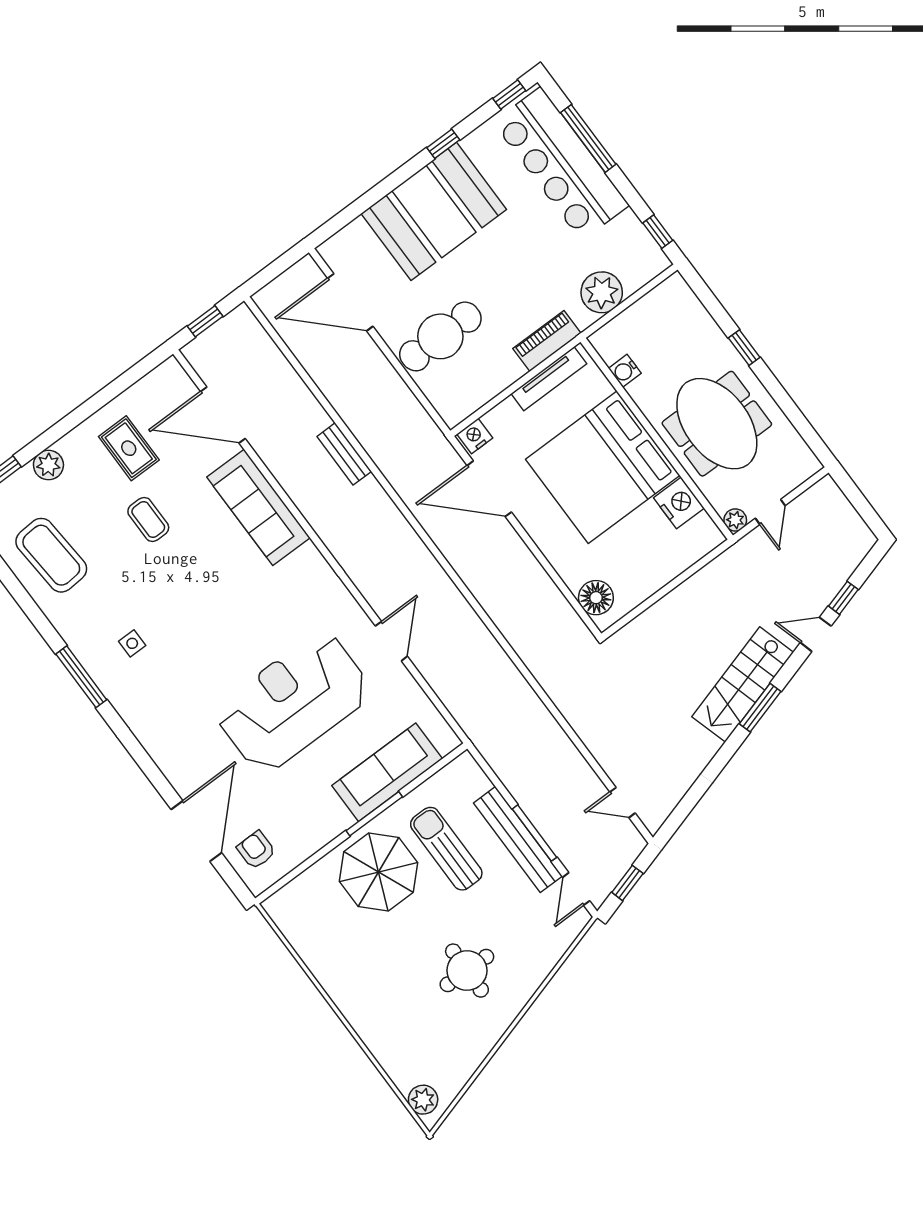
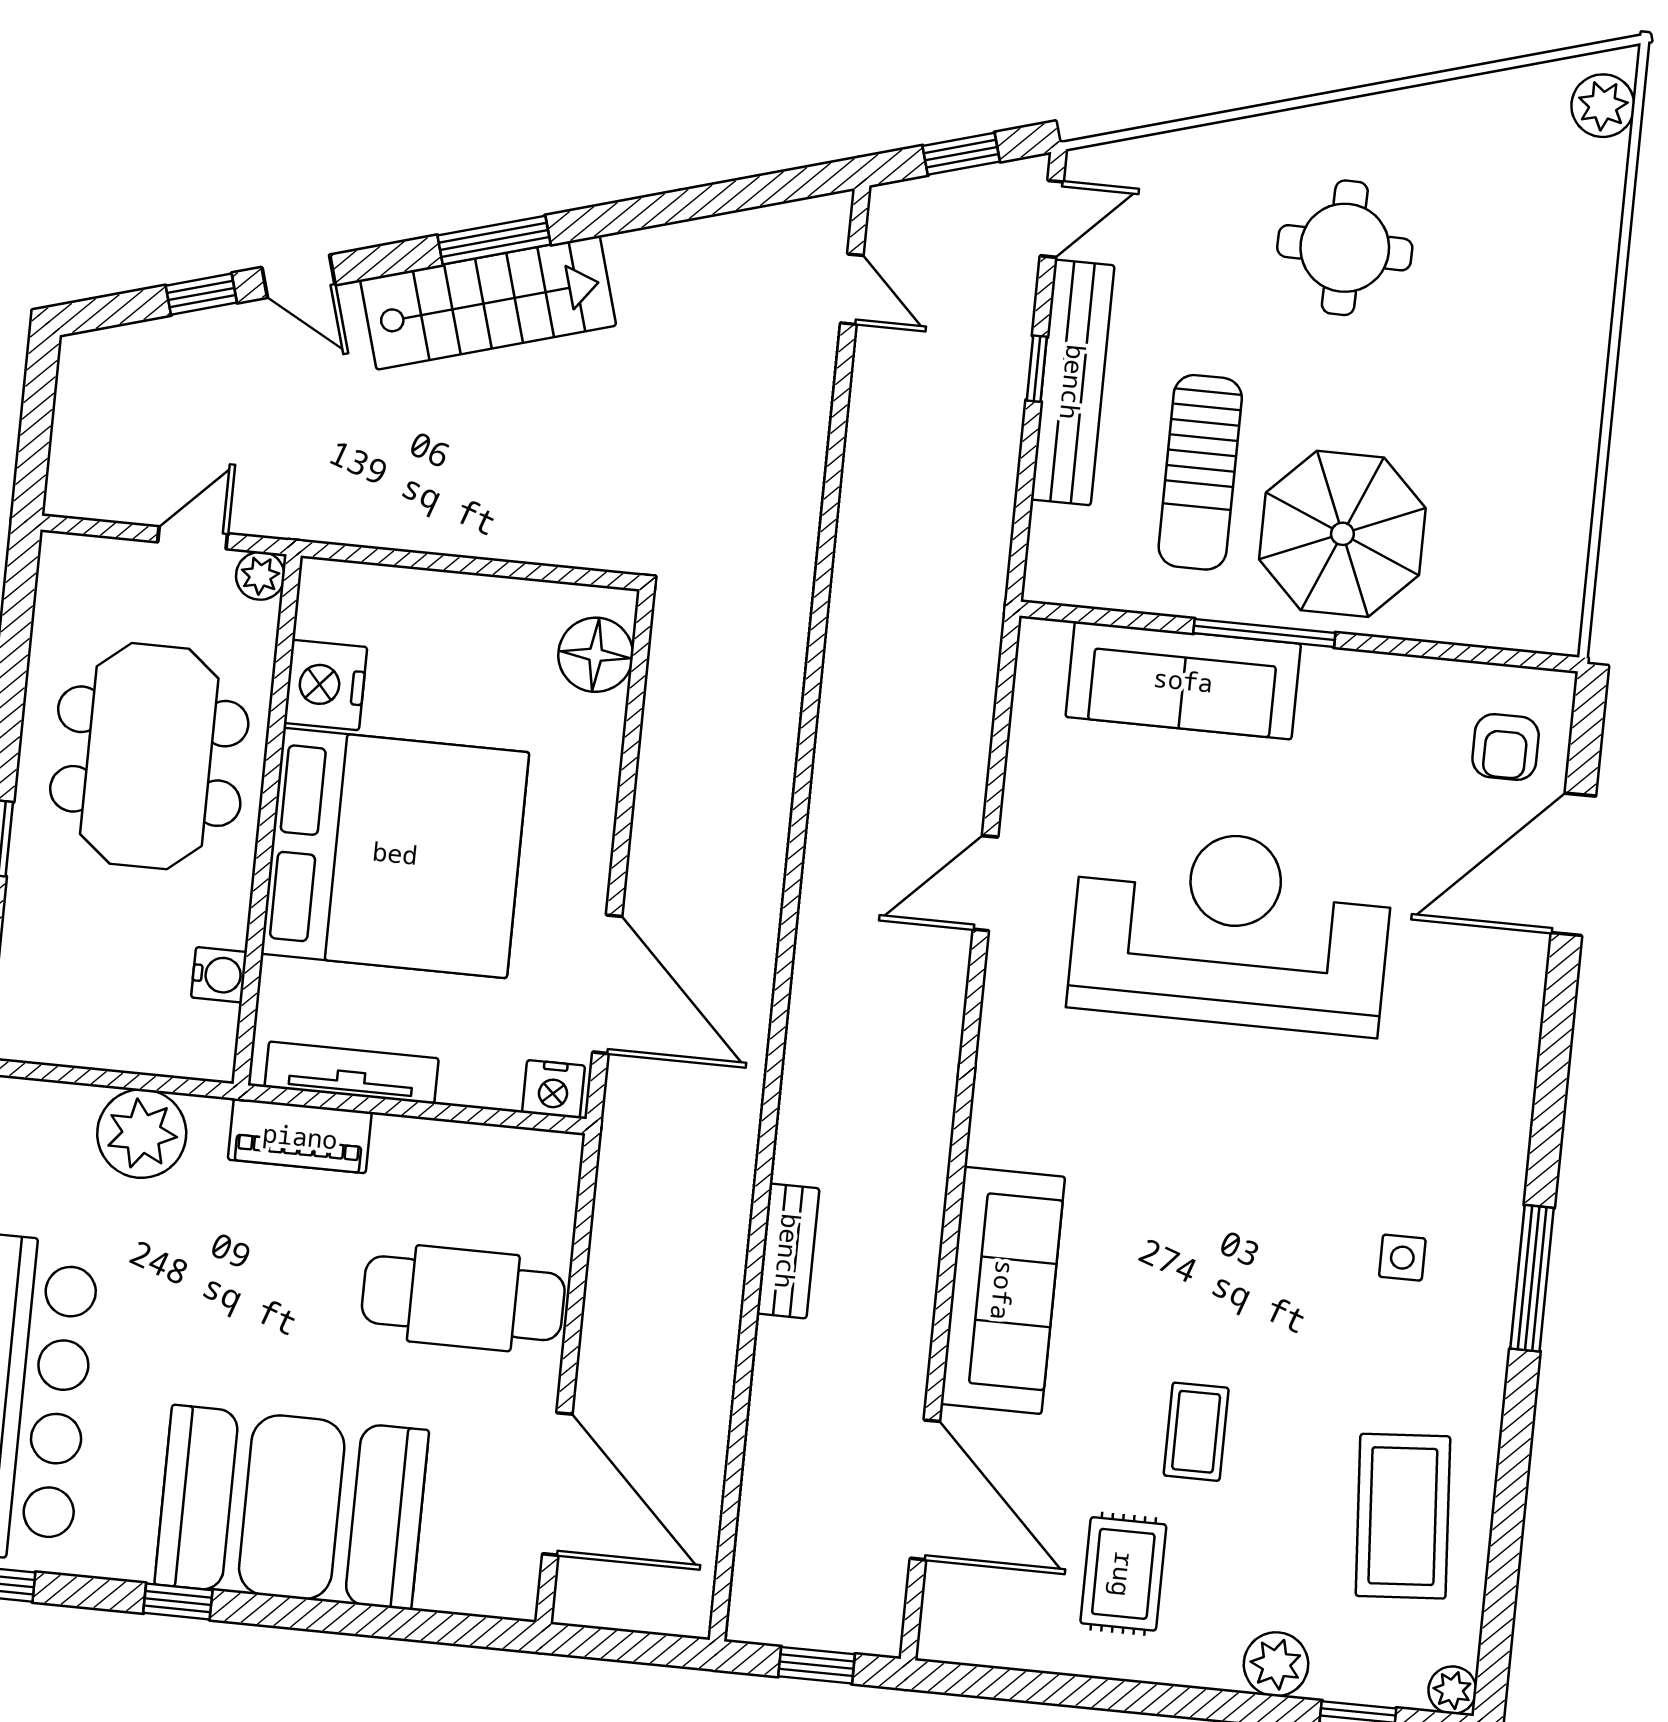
reception desk: (293, 702) -> (1231, 930), turned 180
window: (534, 833) -> (1037, 369), width x0.46

